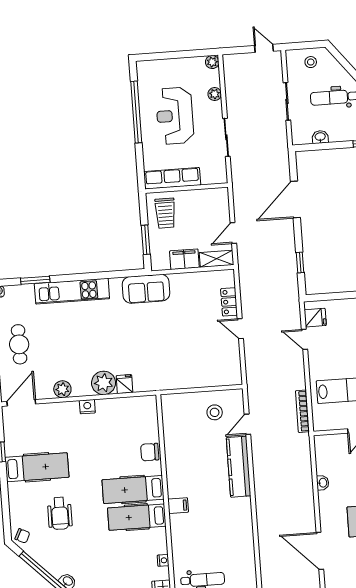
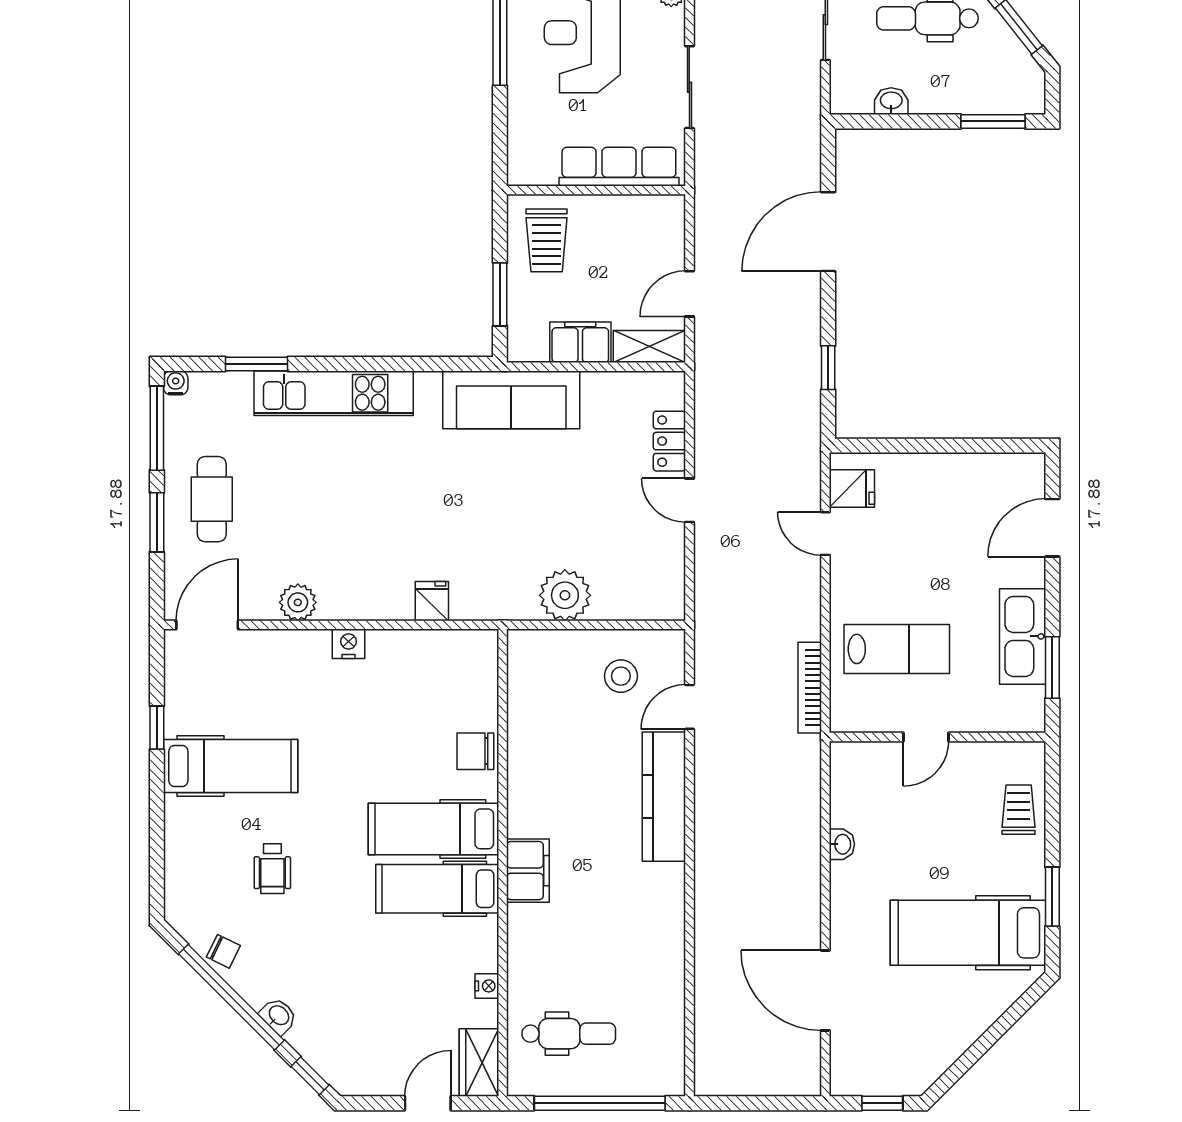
row of seats: (172, 178) -> (619, 167), moved
sofa: (146, 289) -> (511, 400), width x1.36
plant: (104, 383) -> (565, 595), moved
filing cabinet: (178, 506) -> (528, 871), width x2.00
wheelchair: (60, 513) -> (272, 869), width x0.73, depth x0.73
chair: (22, 536) -> (223, 951), moved

